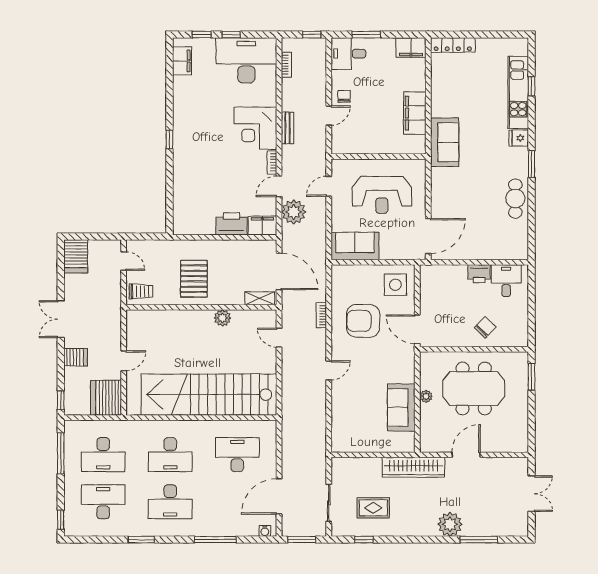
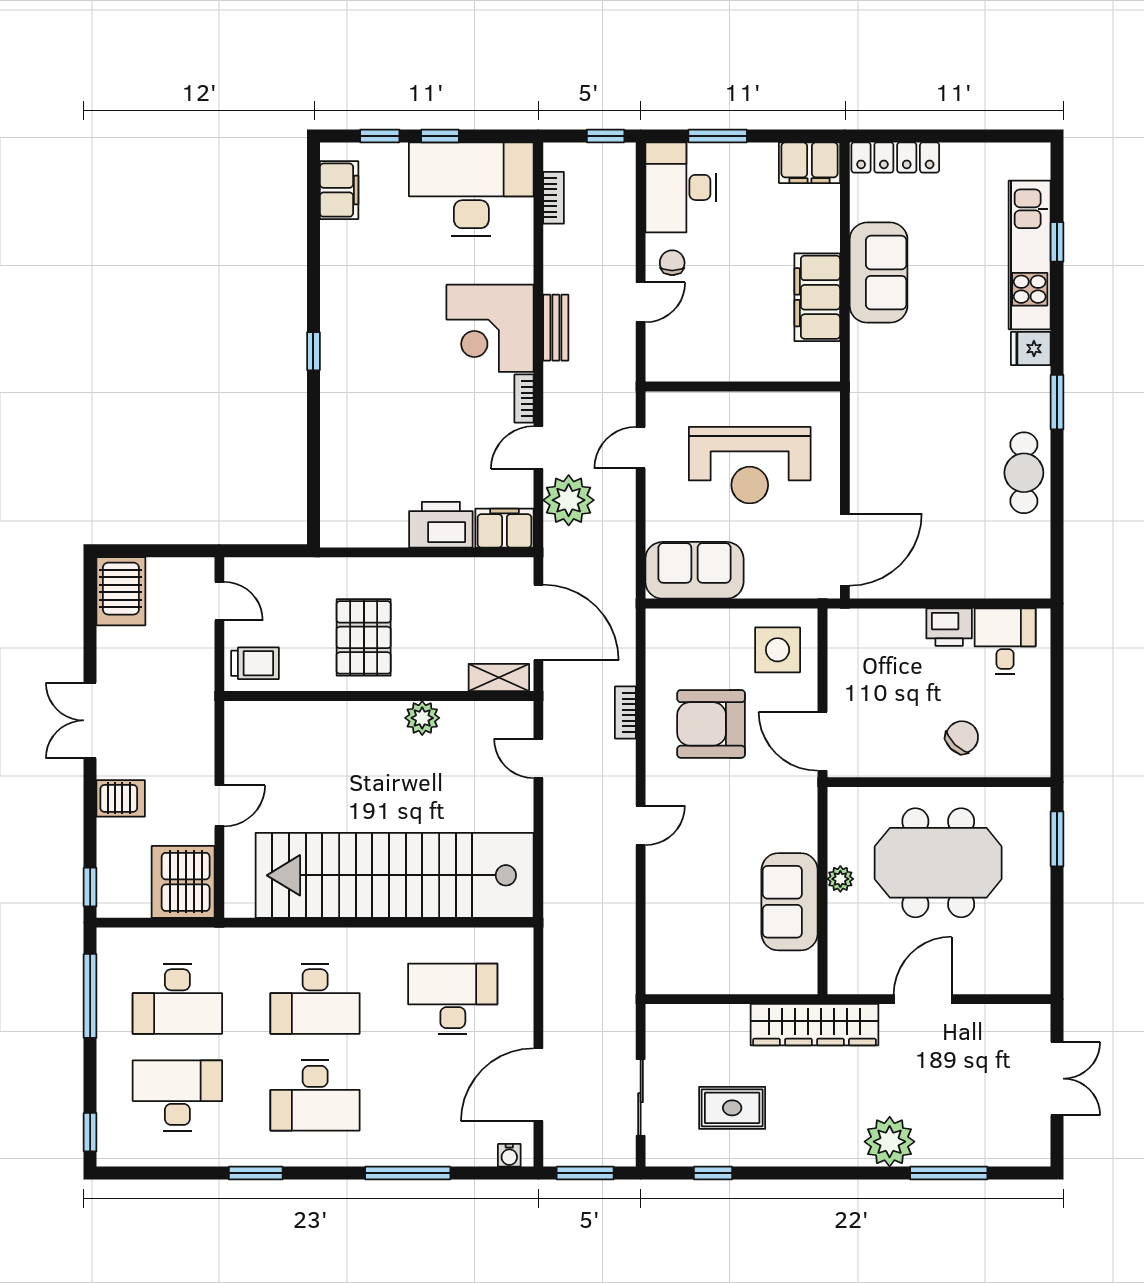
desk: (348, 54) -> (681, 187), width x1.37
sofa: (445, 142) -> (879, 273), moved

